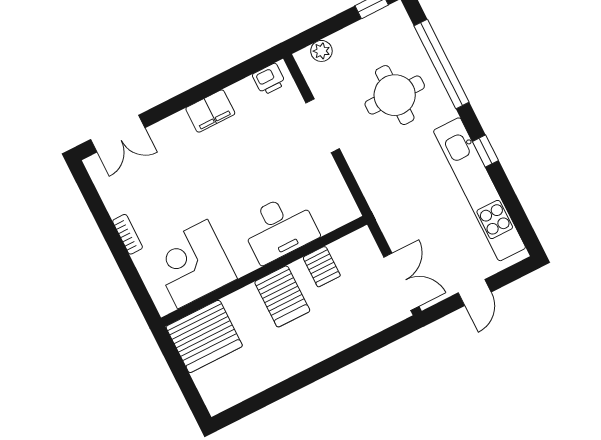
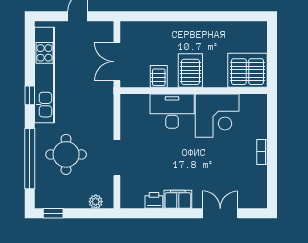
printer: (269, 79) -> (154, 200), moved
double door: (118, 134) -> (220, 213), moved
corner desk: (193, 264) -> (217, 116), moved
double door: (401, 282) -> (117, 62), moved

